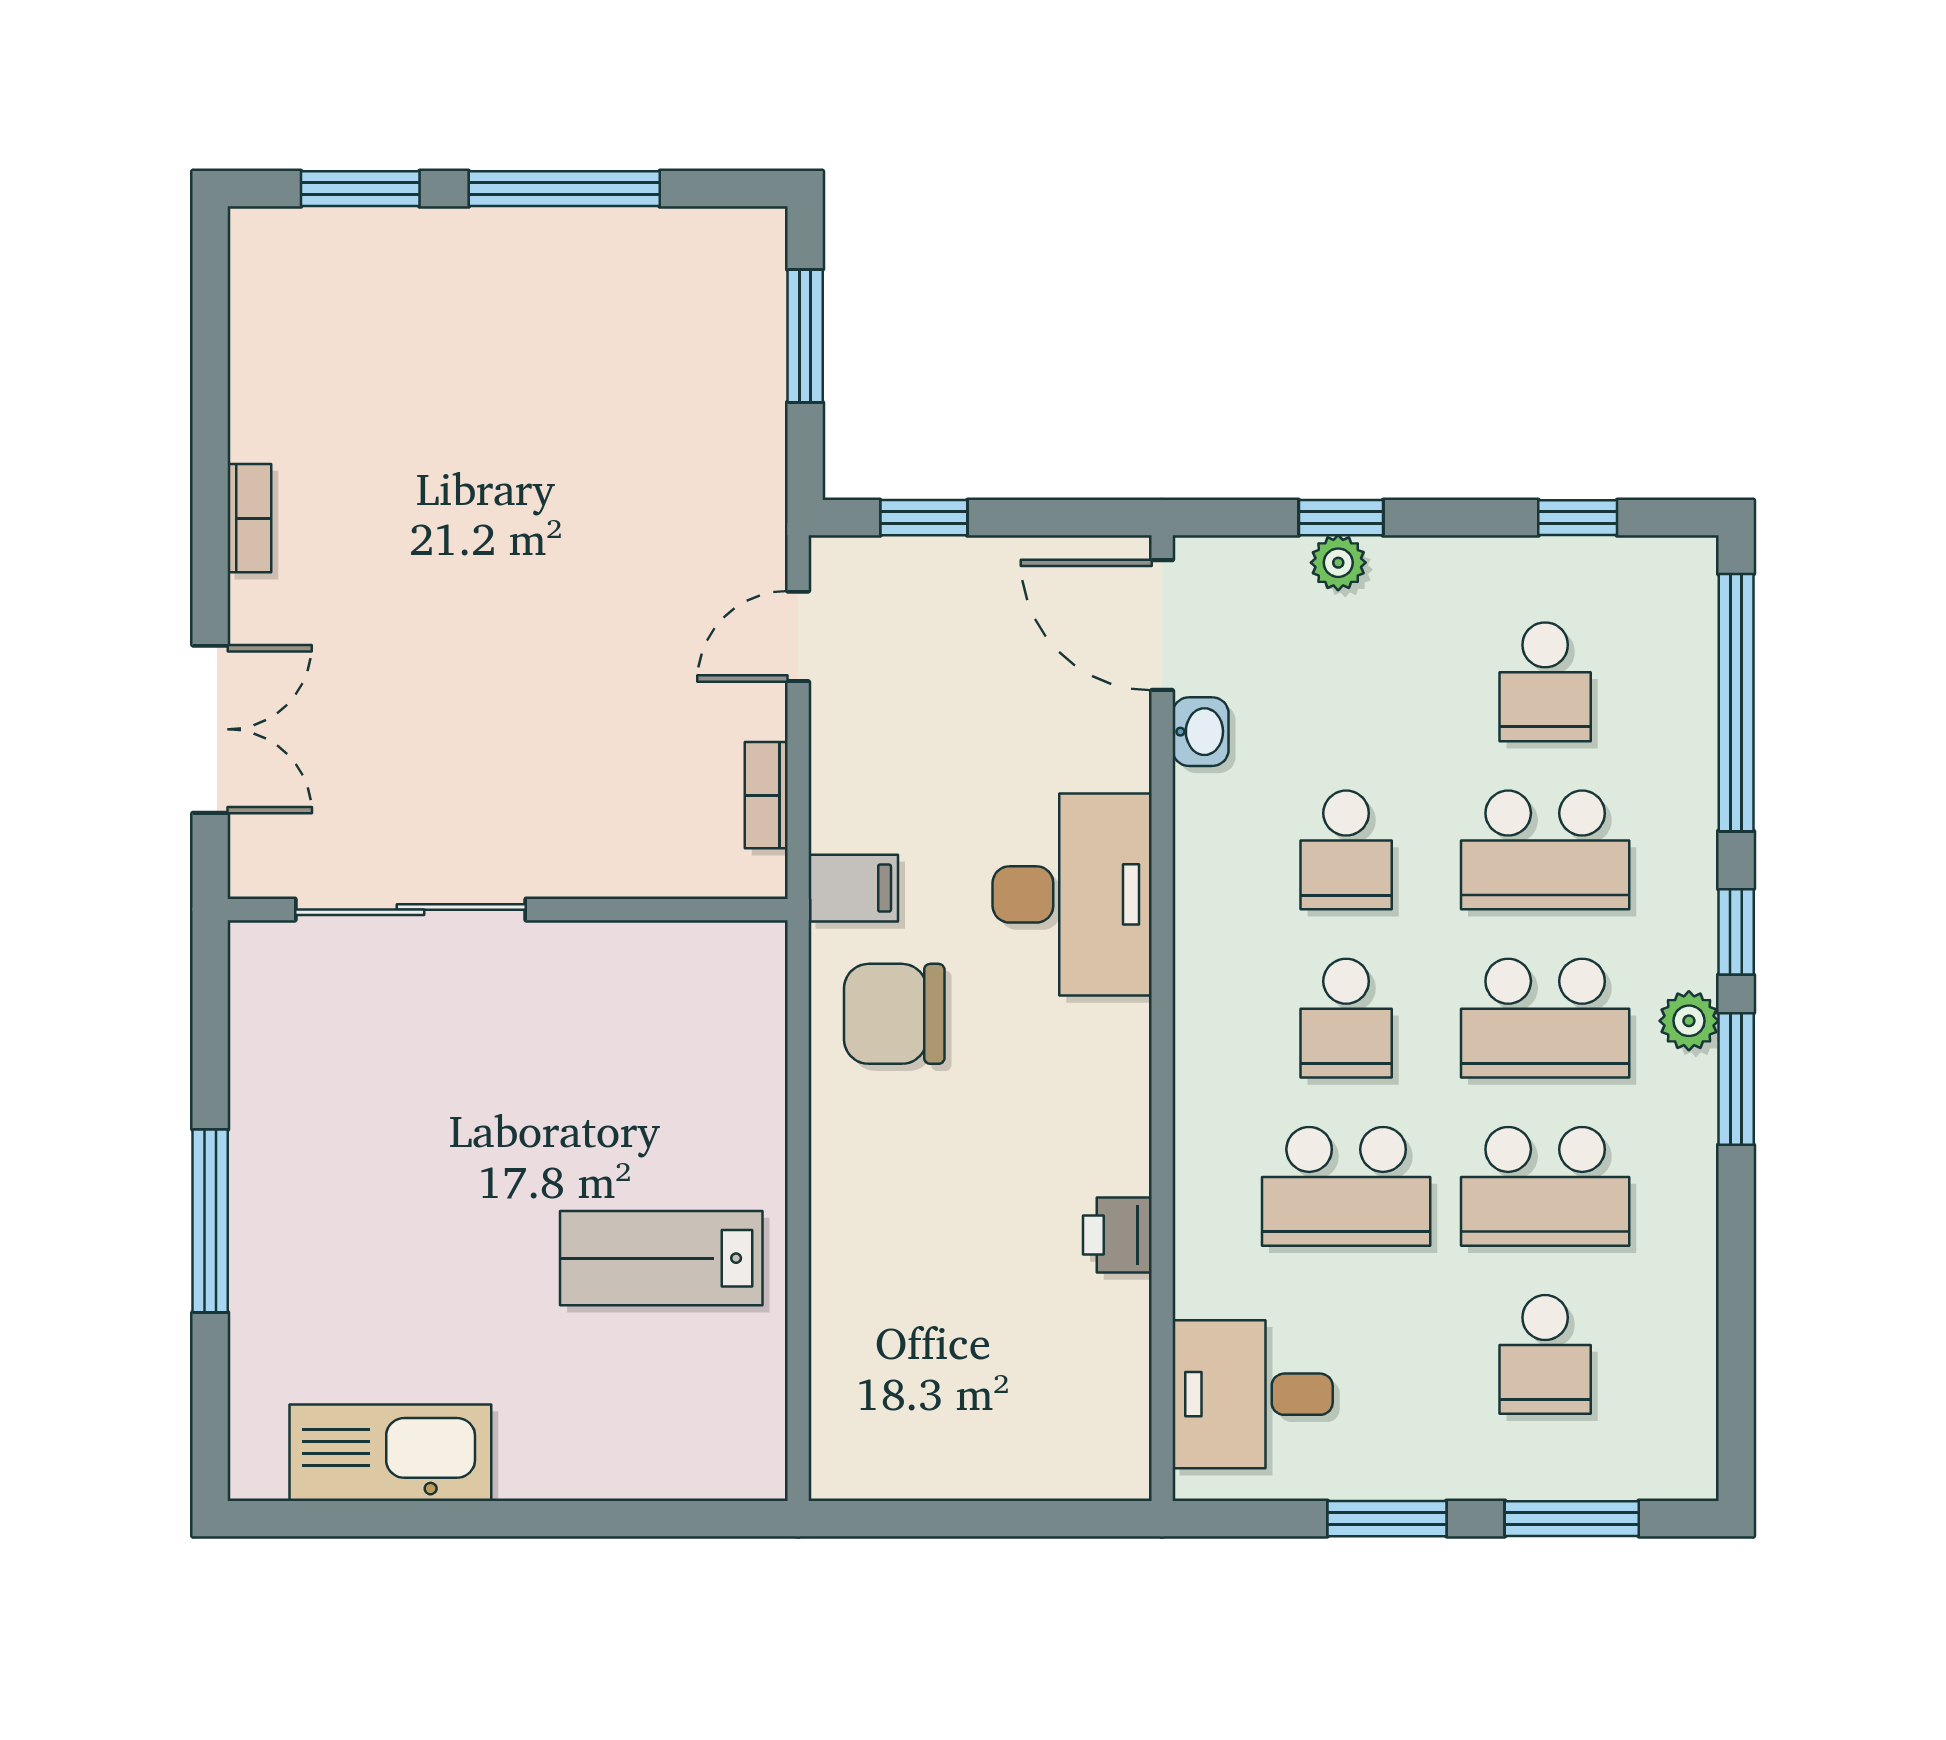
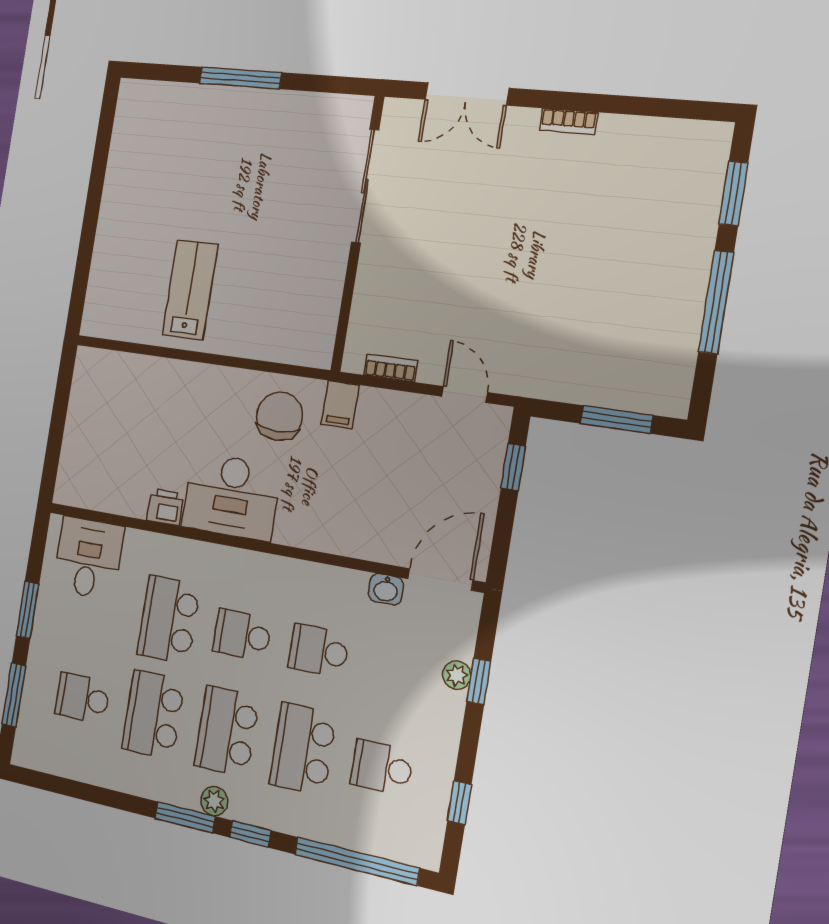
desk: (1072, 894) -> (231, 496), moved
kitchen sink: (390, 1453) -> (128, 154), removed

